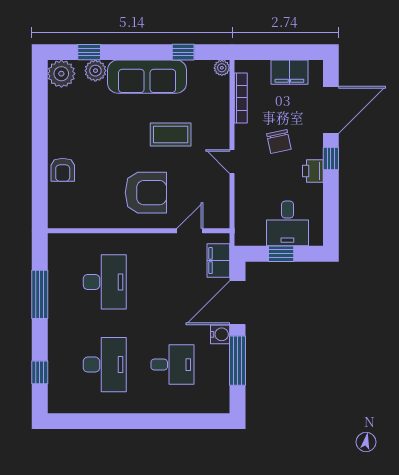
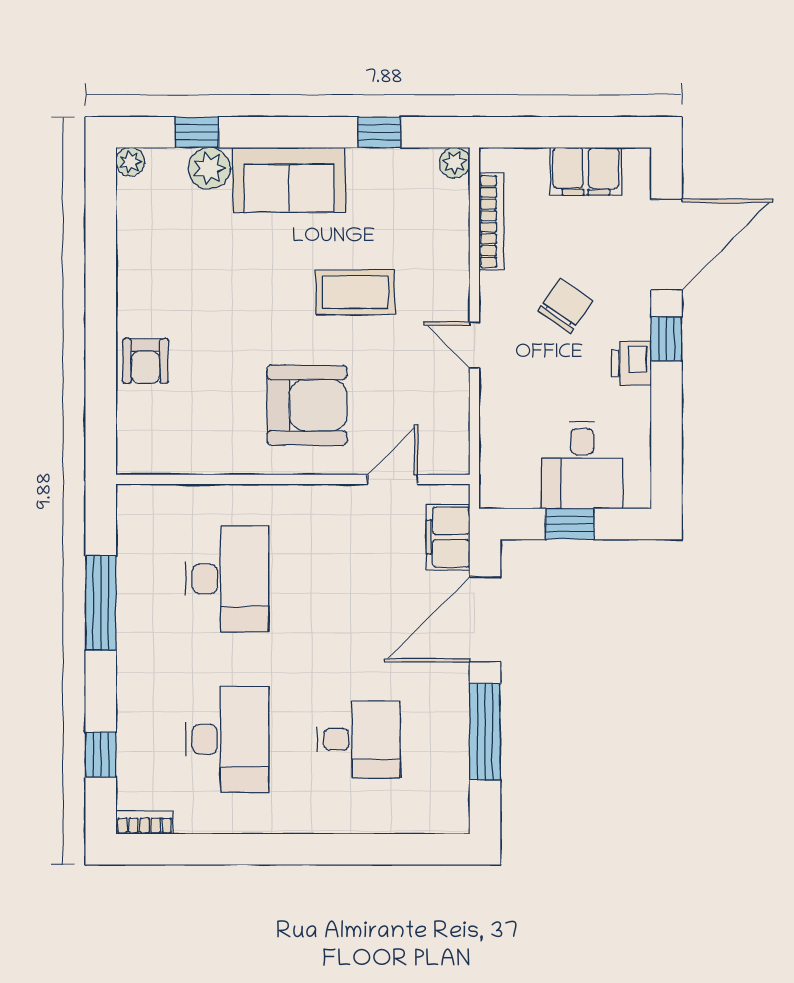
plant: (61, 74) -> (130, 162), width x0.53, depth x0.53
sofa: (147, 77) -> (289, 180), width x0.73
chair: (279, 141) -> (565, 306), turned -133
water cooler: (220, 334) -> (451, 681), removed
bookcase: (62, 407) -> (145, 823), added

